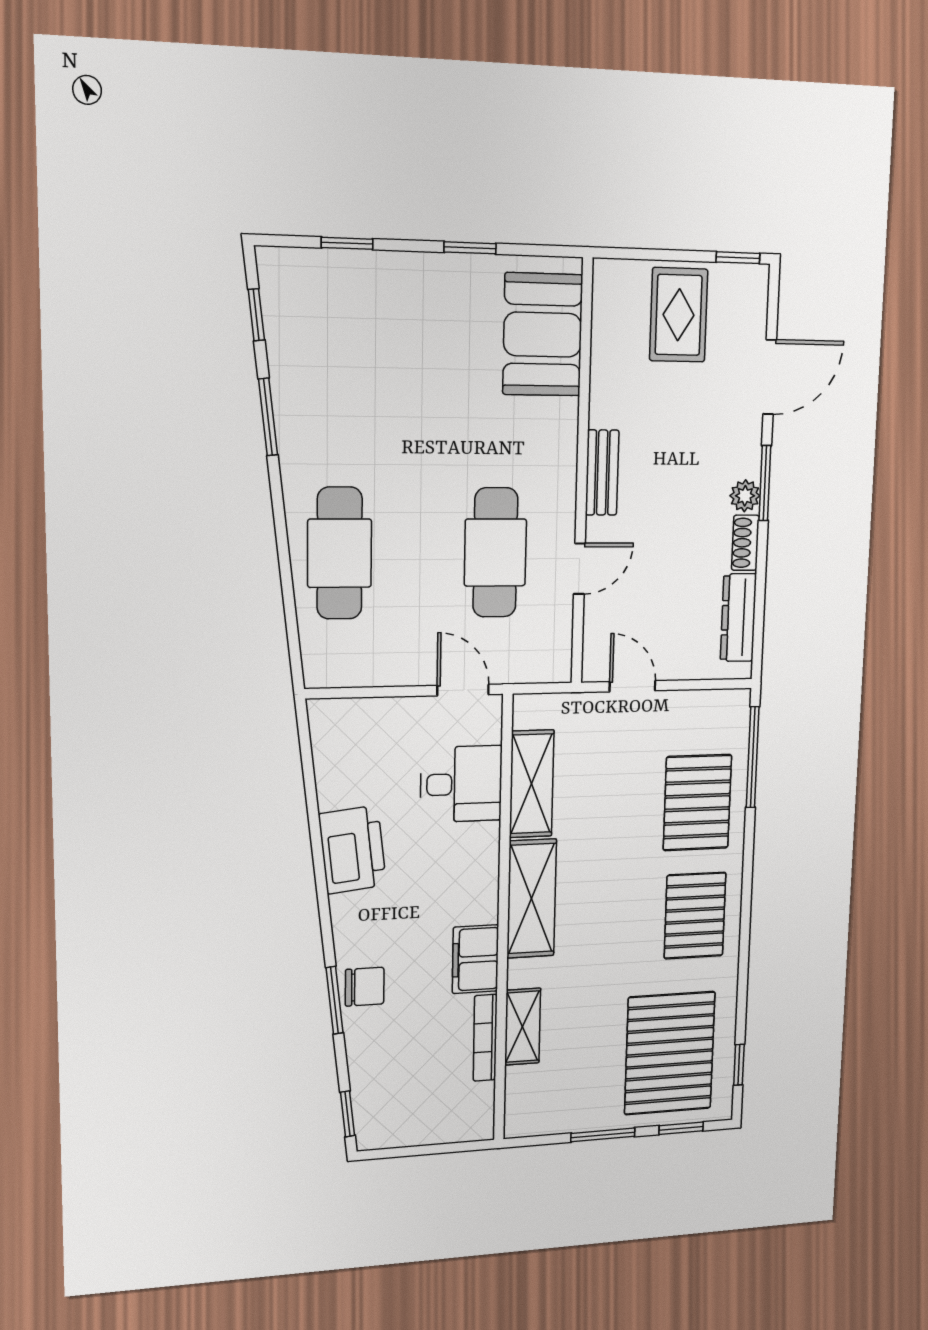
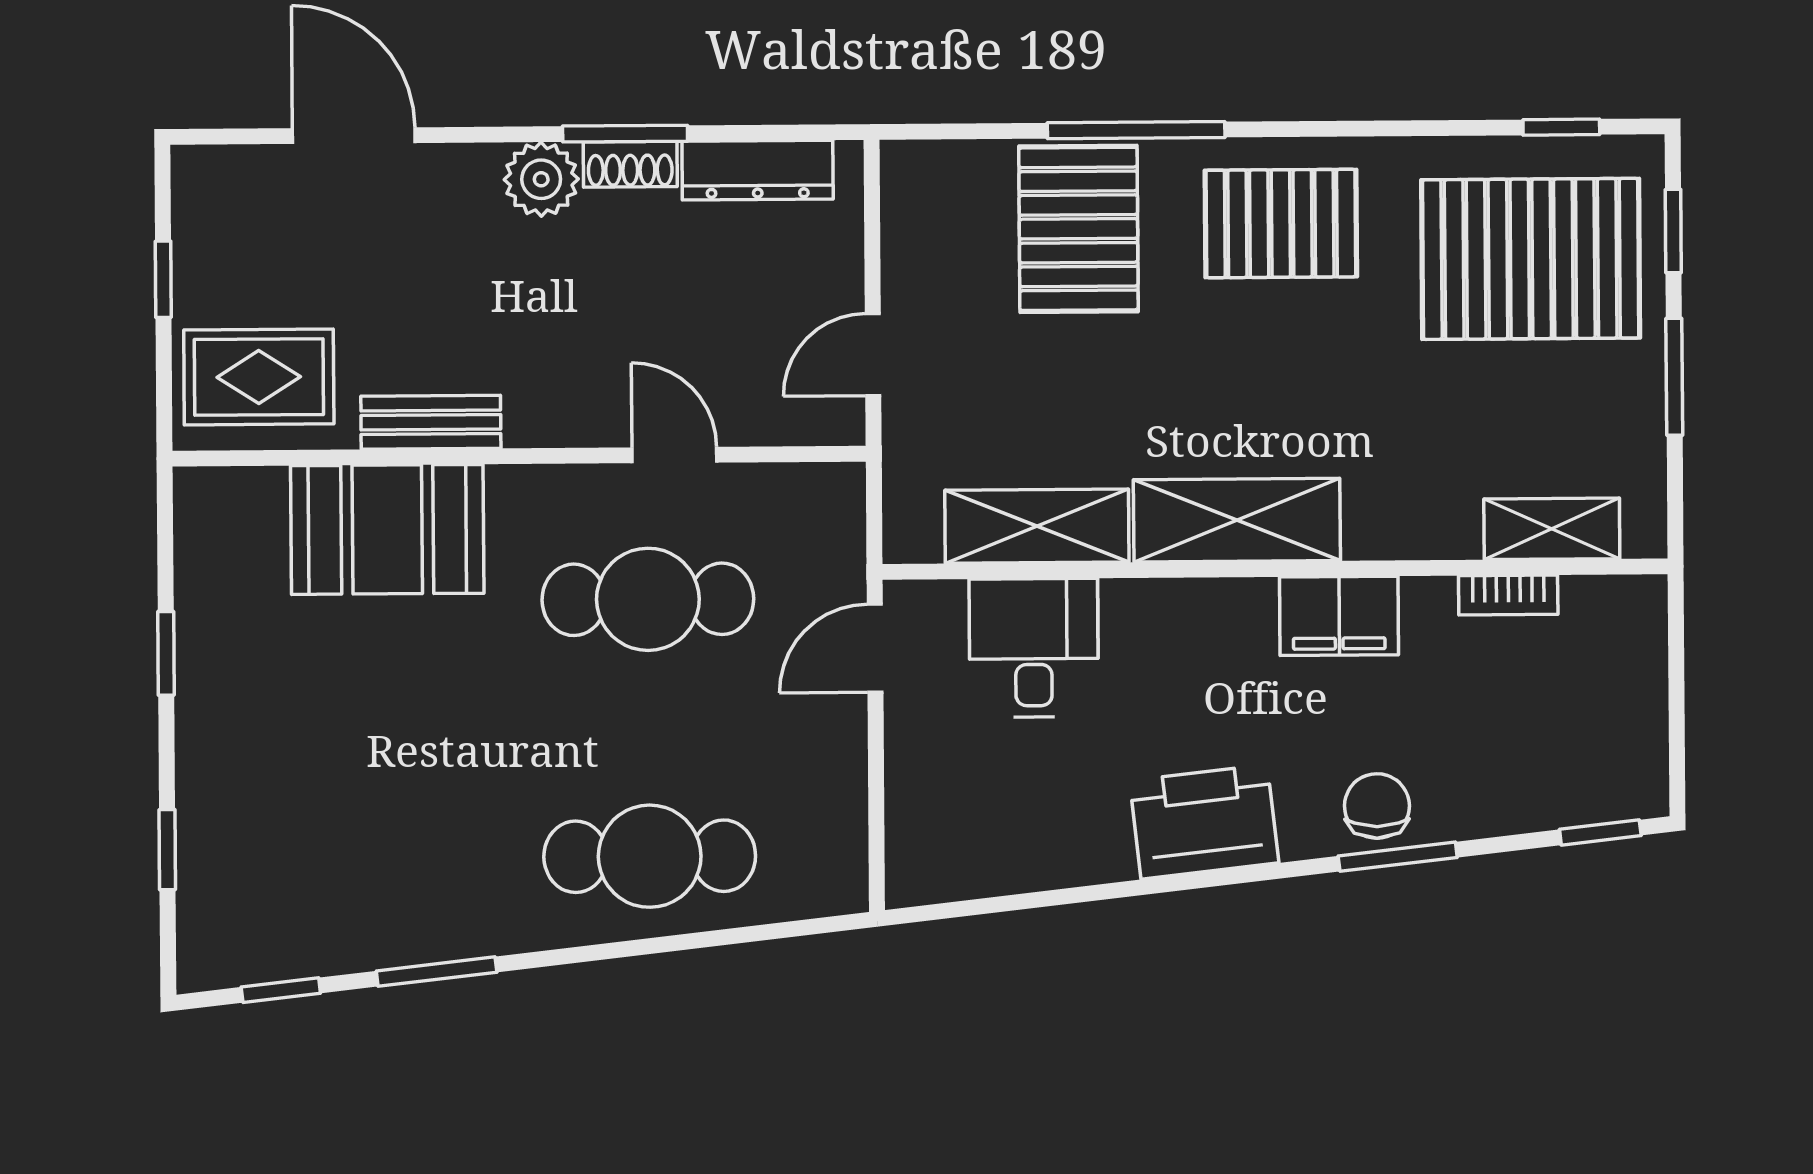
window: (738, 258) -> (163, 279), moved
rug: (679, 315) -> (259, 377), moved
booth: (543, 335) -> (387, 529), moved
bench: (602, 473) -> (431, 422), moved
window: (765, 483) -> (625, 134), moved
plant: (745, 496) -> (541, 179), width x1.38, depth x1.38
window: (753, 757) -> (1136, 130), moved
pallet: (697, 803) -> (1078, 229), turned 90
printer: (352, 850) -> (1204, 822), moved
shelving: (523, 1027) -> (1552, 529), moved
bookcase: (485, 1038) -> (1508, 595), width x0.64

